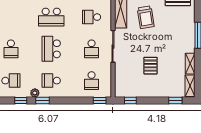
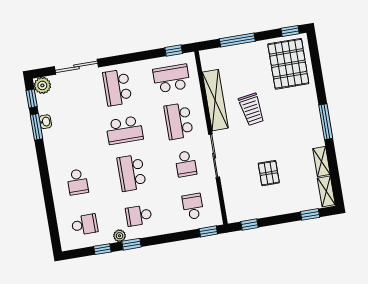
school desk: (92, 17) -> (179, 121), width x1.85
school desk: (92, 81) -> (193, 206), turned 180

